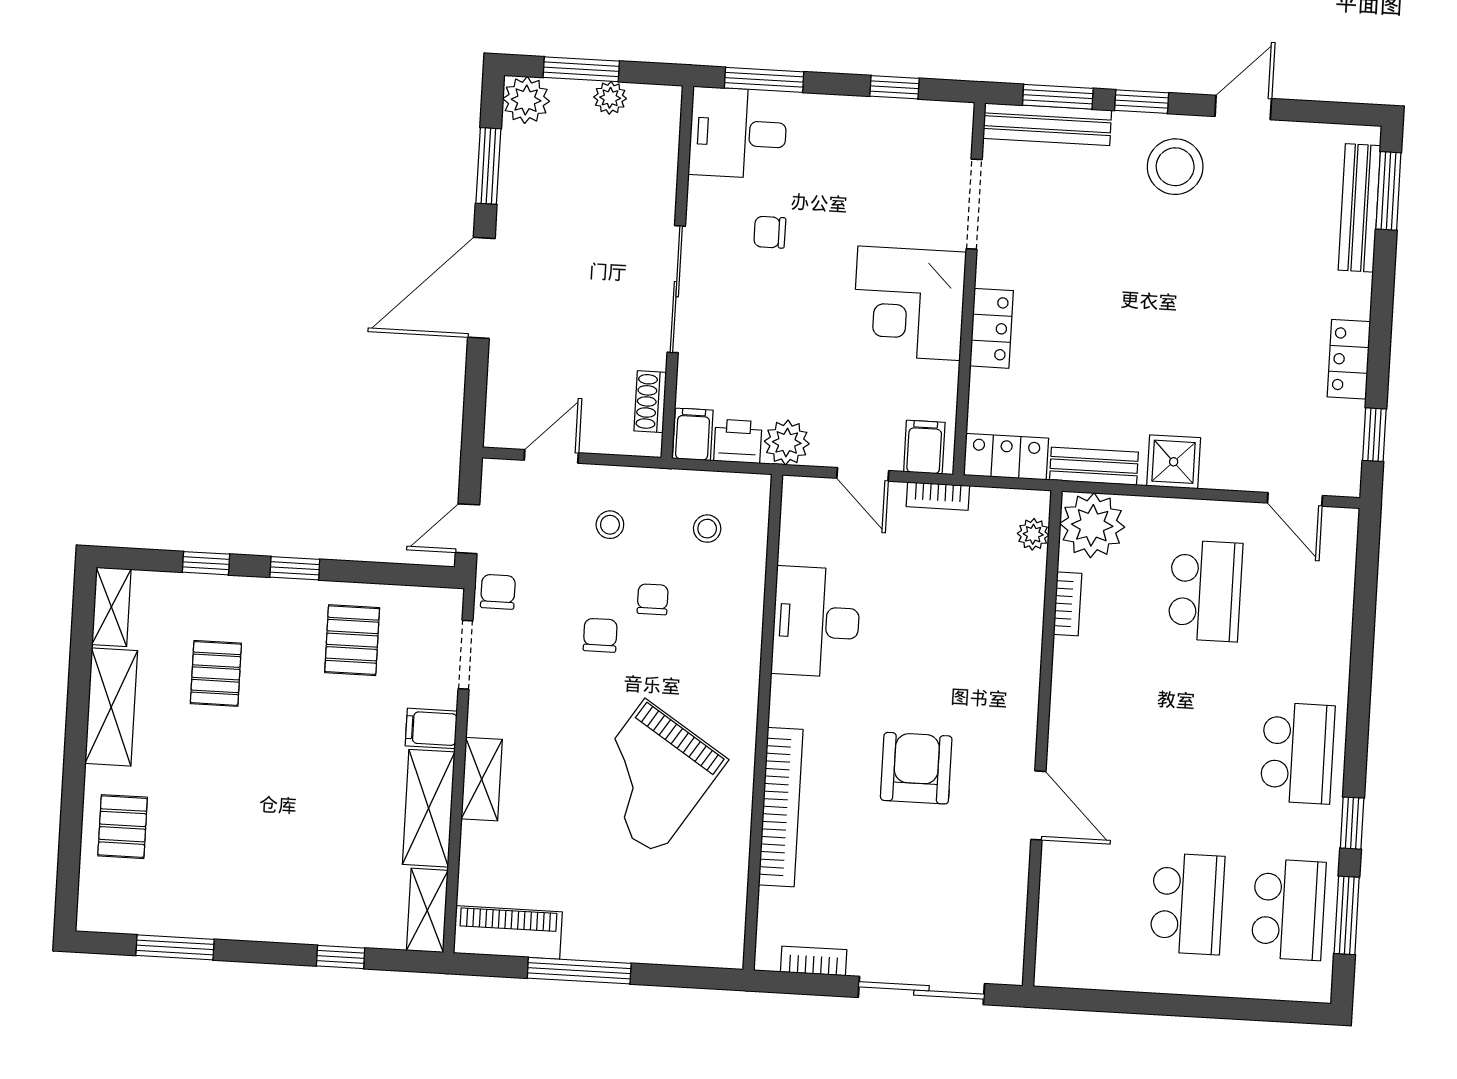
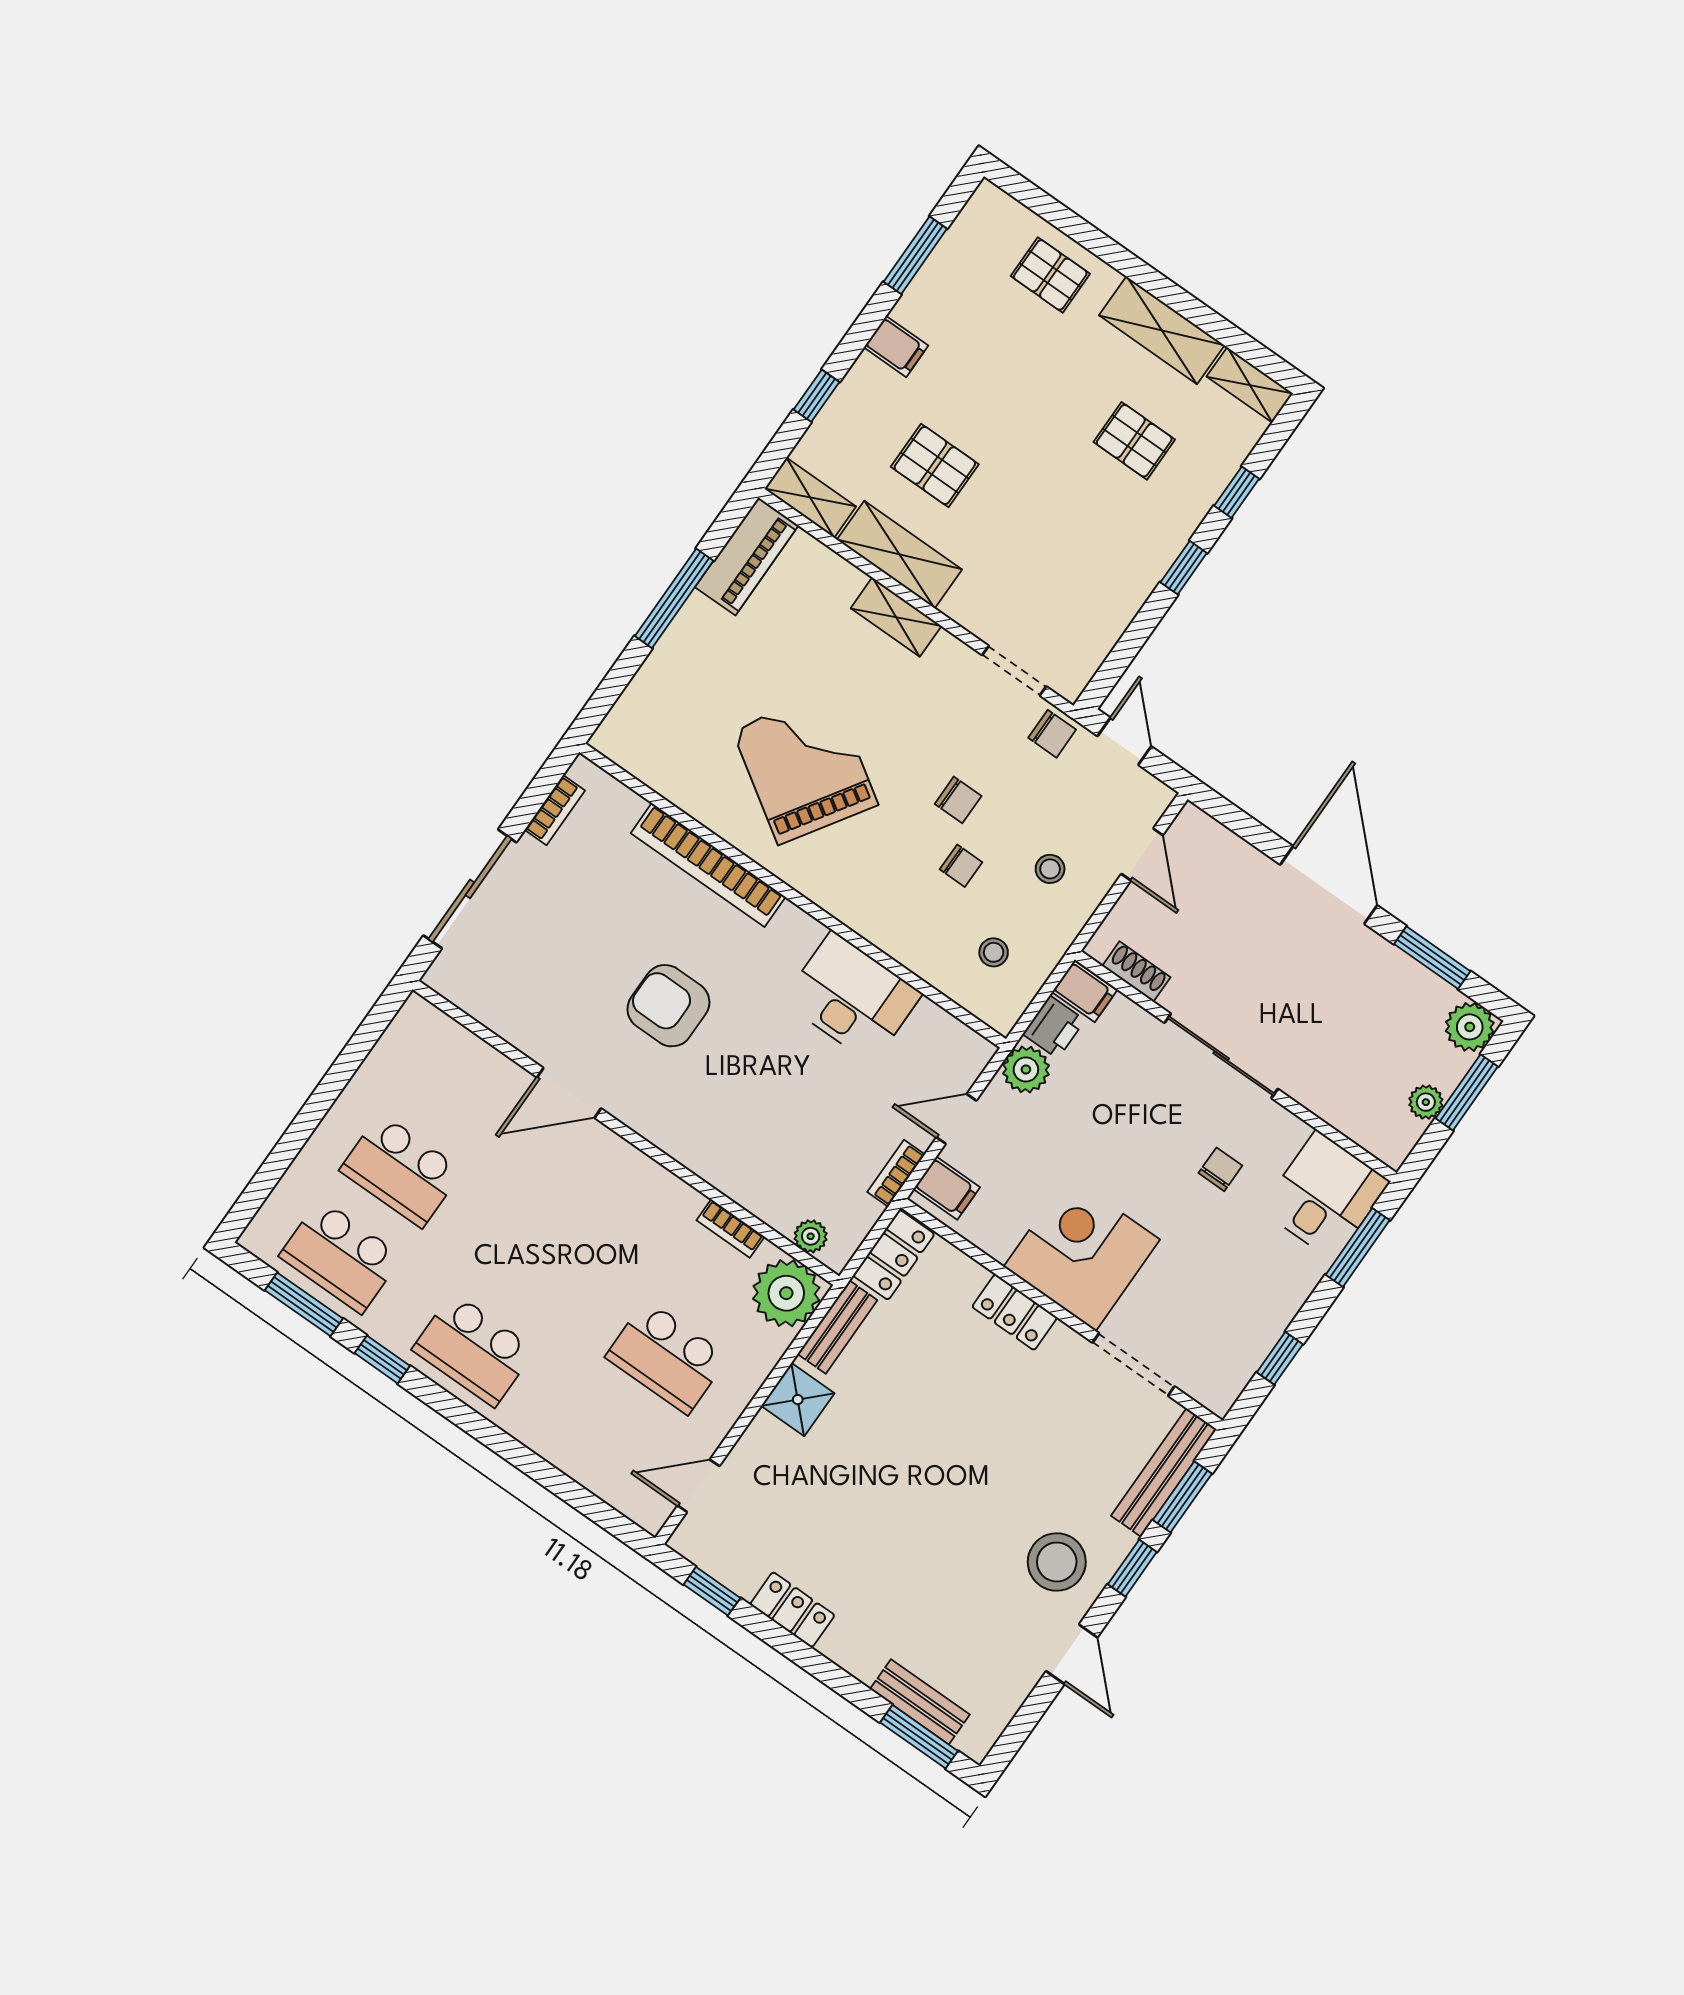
bench: (1359, 208) -> (920, 1702), width x0.73
pallet: (352, 640) -> (935, 466), moved
filing cabinet: (431, 728) -> (896, 346), moved, turned 90
armchair: (916, 768) -> (668, 1006), turned 180

